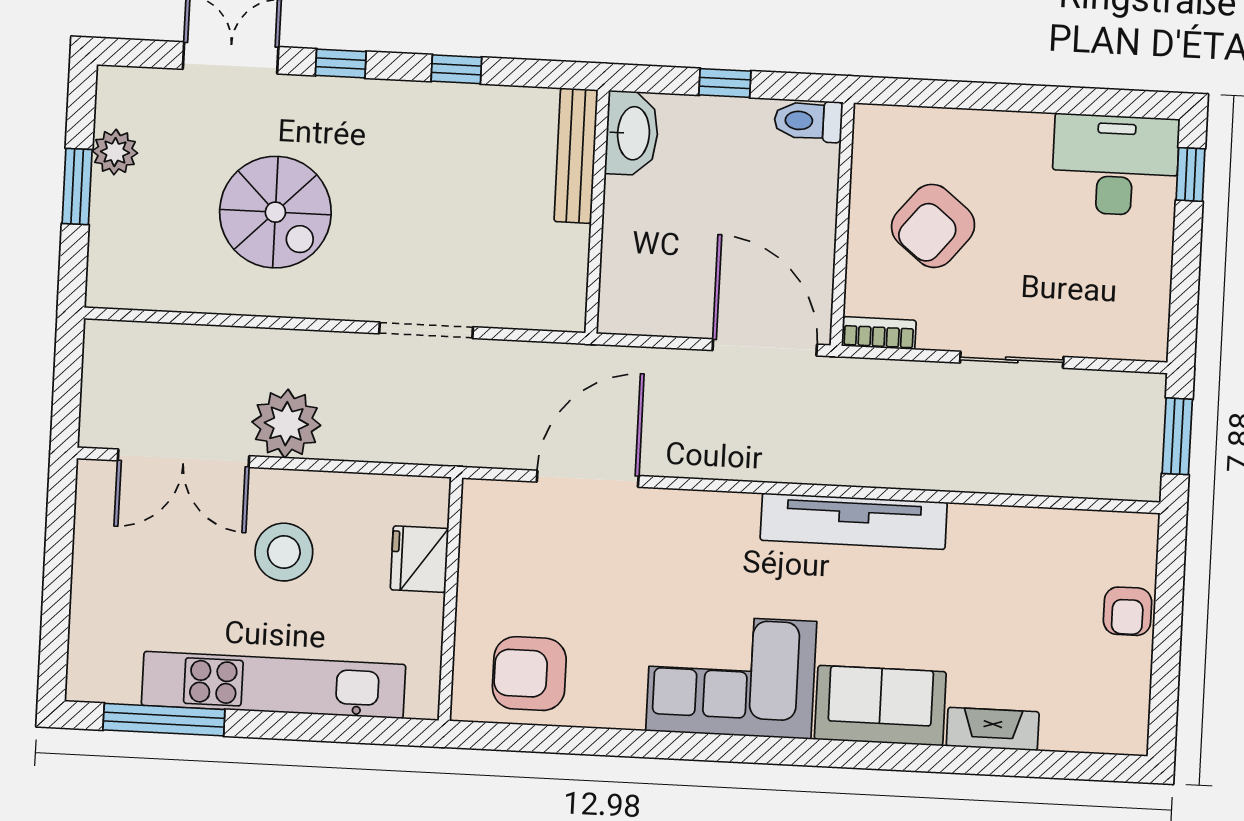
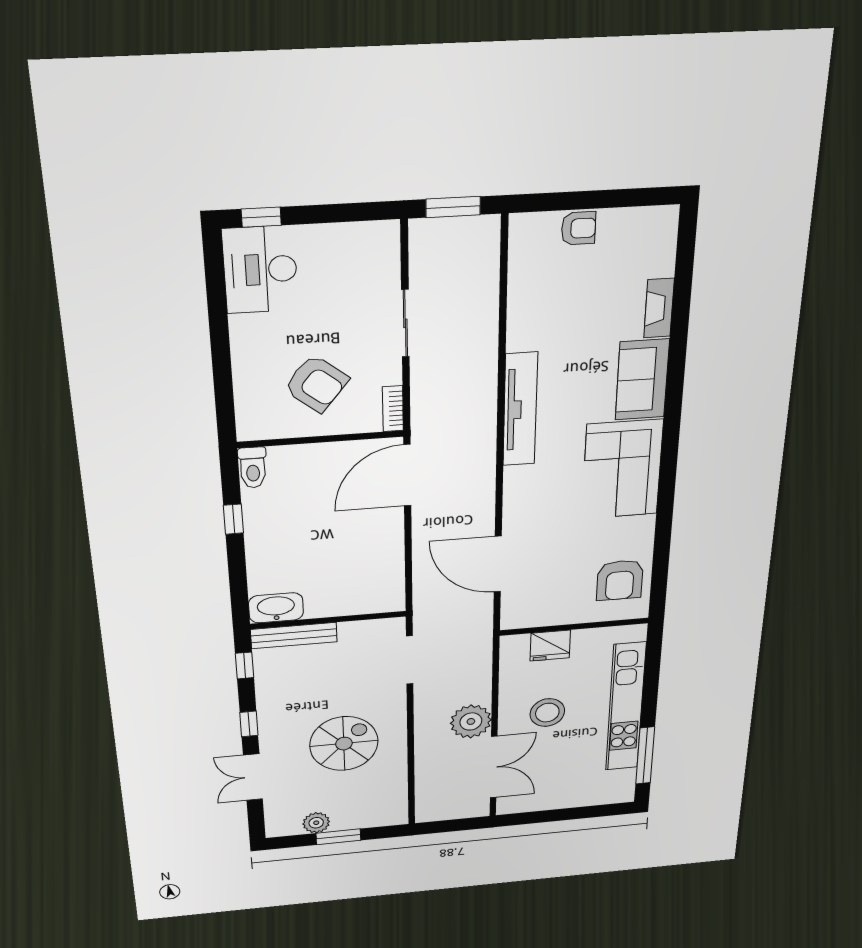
washbasin: (632, 133) -> (276, 608), moved
bench: (576, 156) -> (294, 636), moved
wall: (597, 212) -> (328, 620), moved

